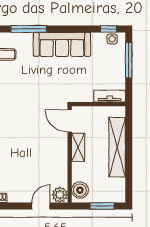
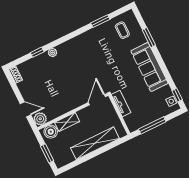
window: (29, 29) -> (149, 38), width x0.69
window: (129, 60) -> (152, 125), moved
tv unit: (110, 96) -> (121, 103), moved
shelving: (78, 147) -> (67, 122), moved

